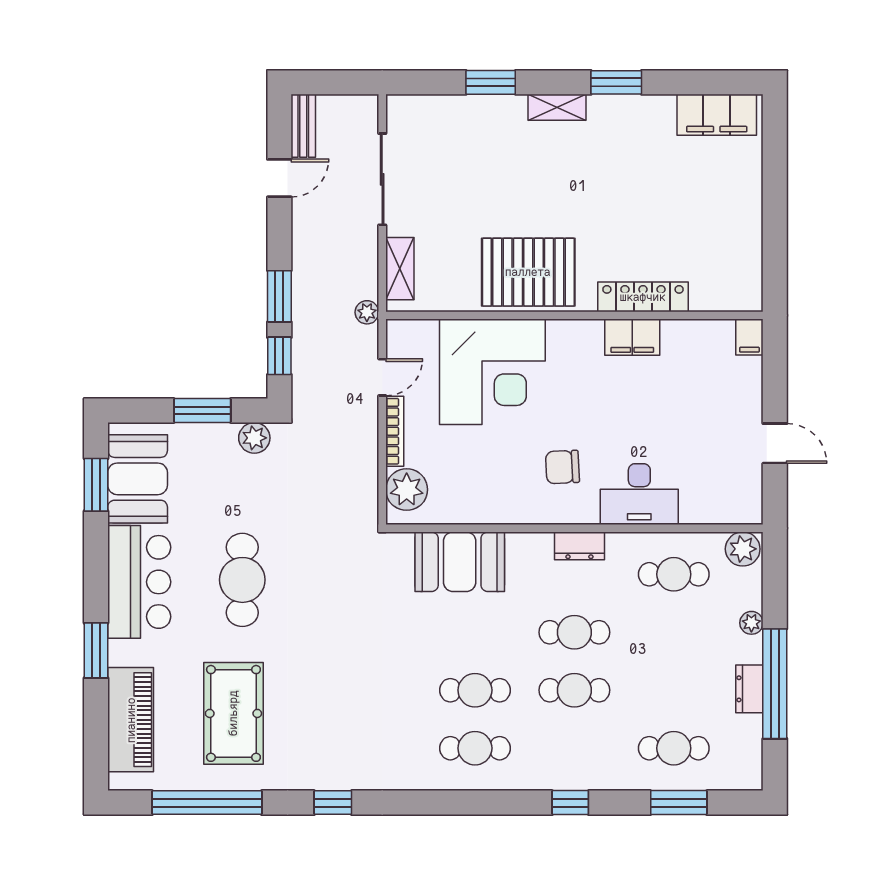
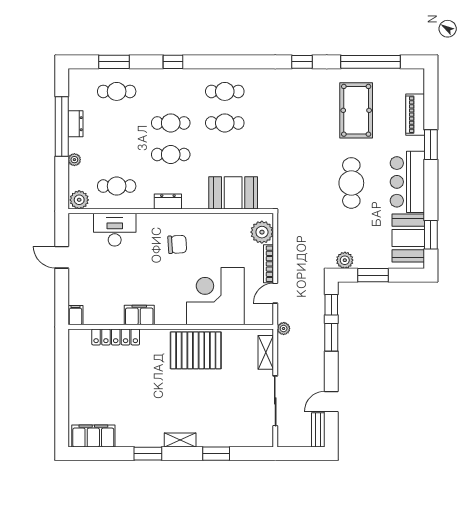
locker: (643, 297) -> (116, 337), moved
desk: (639, 494) -> (115, 230), moved
piano: (131, 720) -> (415, 115), width x0.73, depth x0.75

